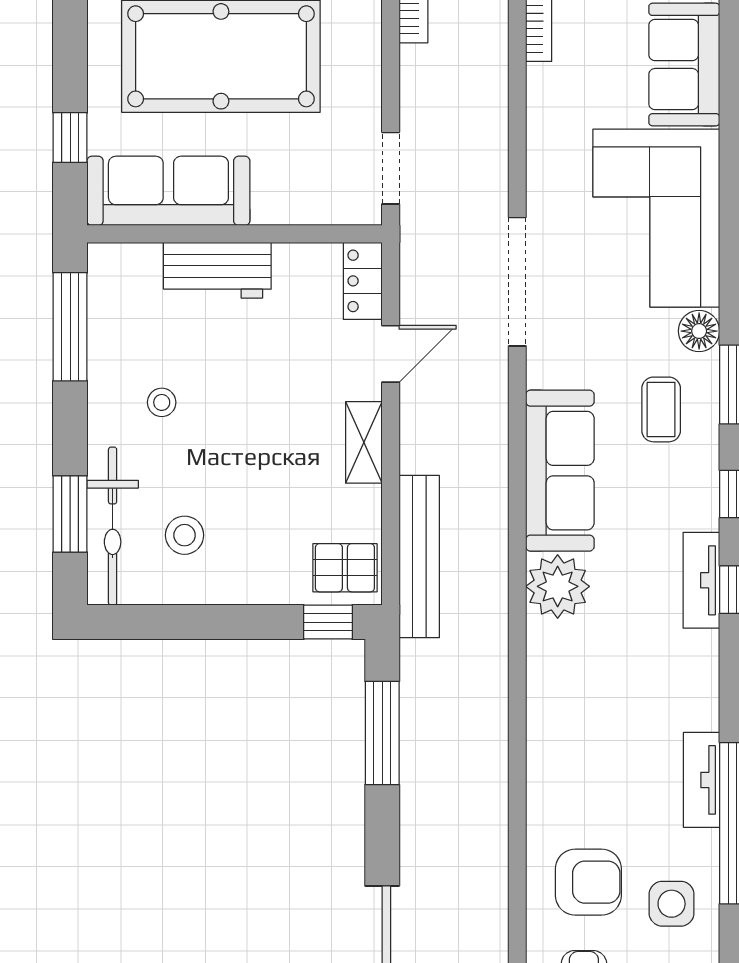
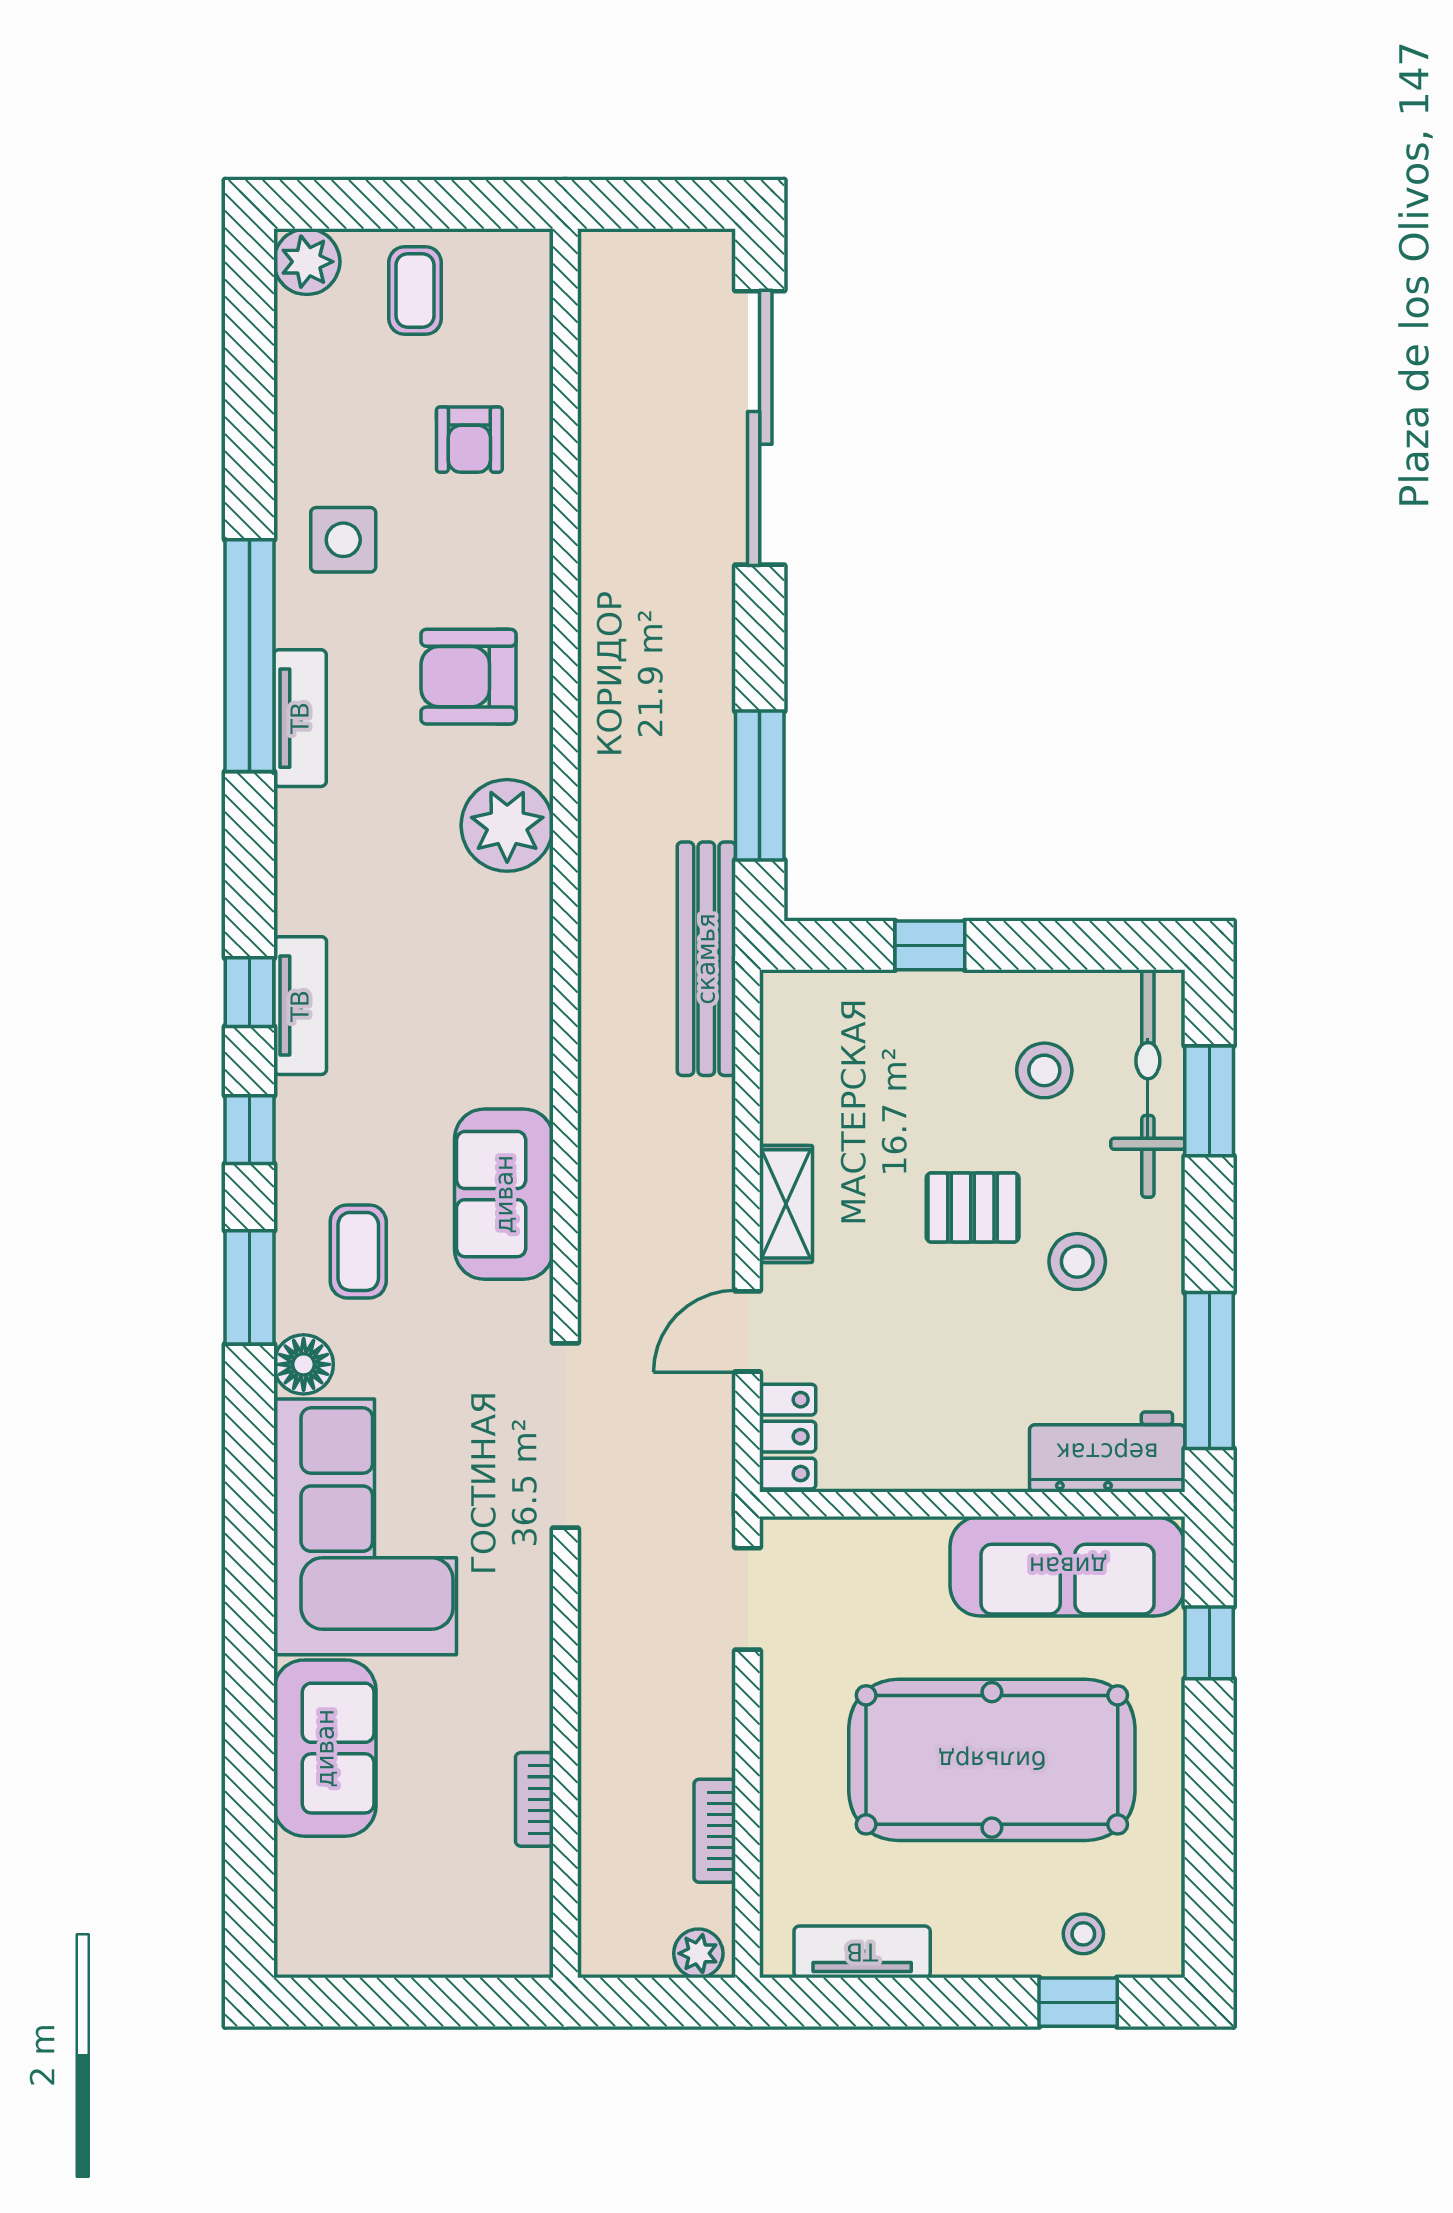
workbench: (217, 270) -> (1107, 1452), moved
stool: (162, 402) -> (1077, 1262), width x1.37, depth x1.37
sofa: (560, 471) -> (504, 1194), width x0.73
bench: (419, 557) -> (706, 959), moved
pallet: (345, 568) -> (973, 1207), moved
plant: (558, 586) -> (507, 825), moved
window: (328, 622) -> (930, 945), moved
armchair: (588, 882) -> (469, 677), moved

